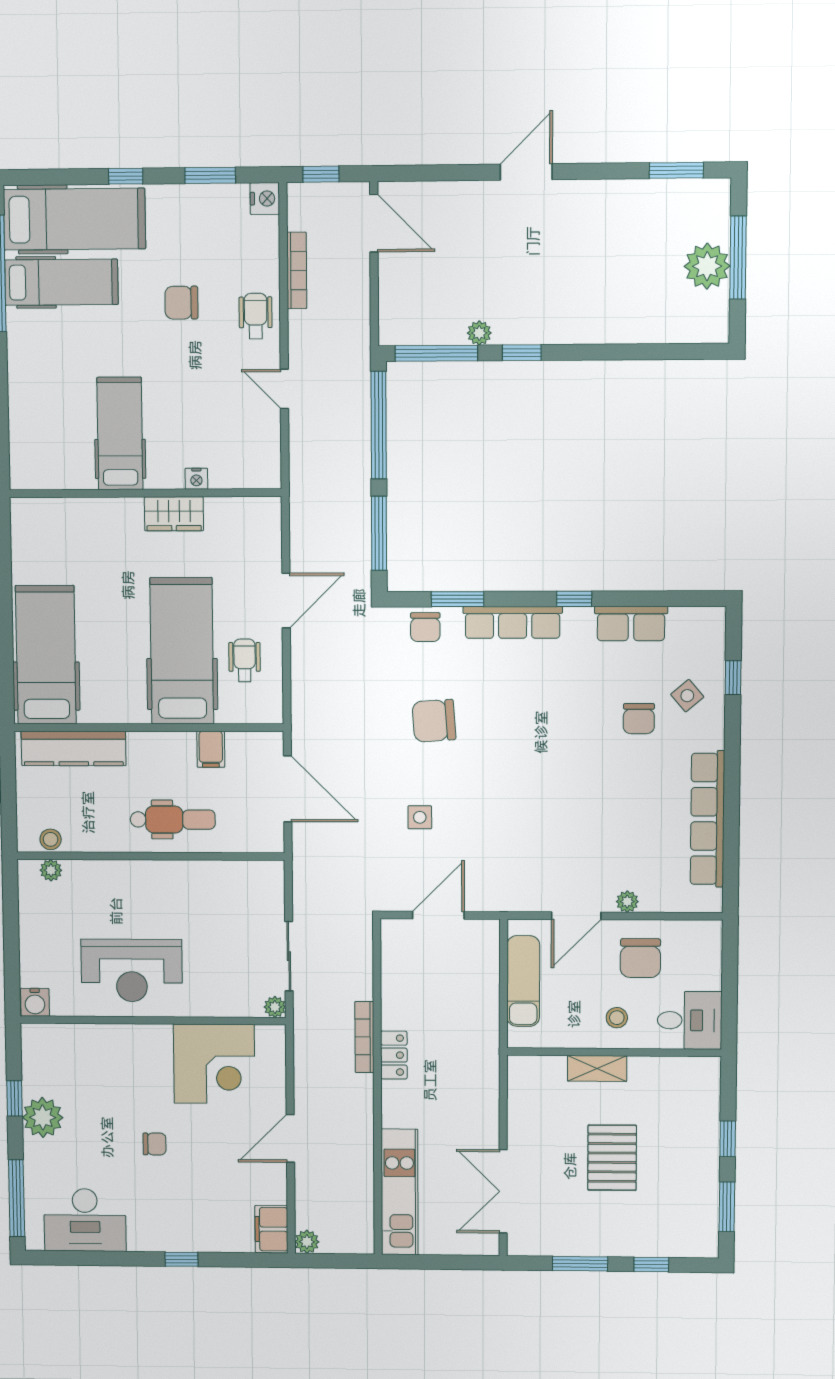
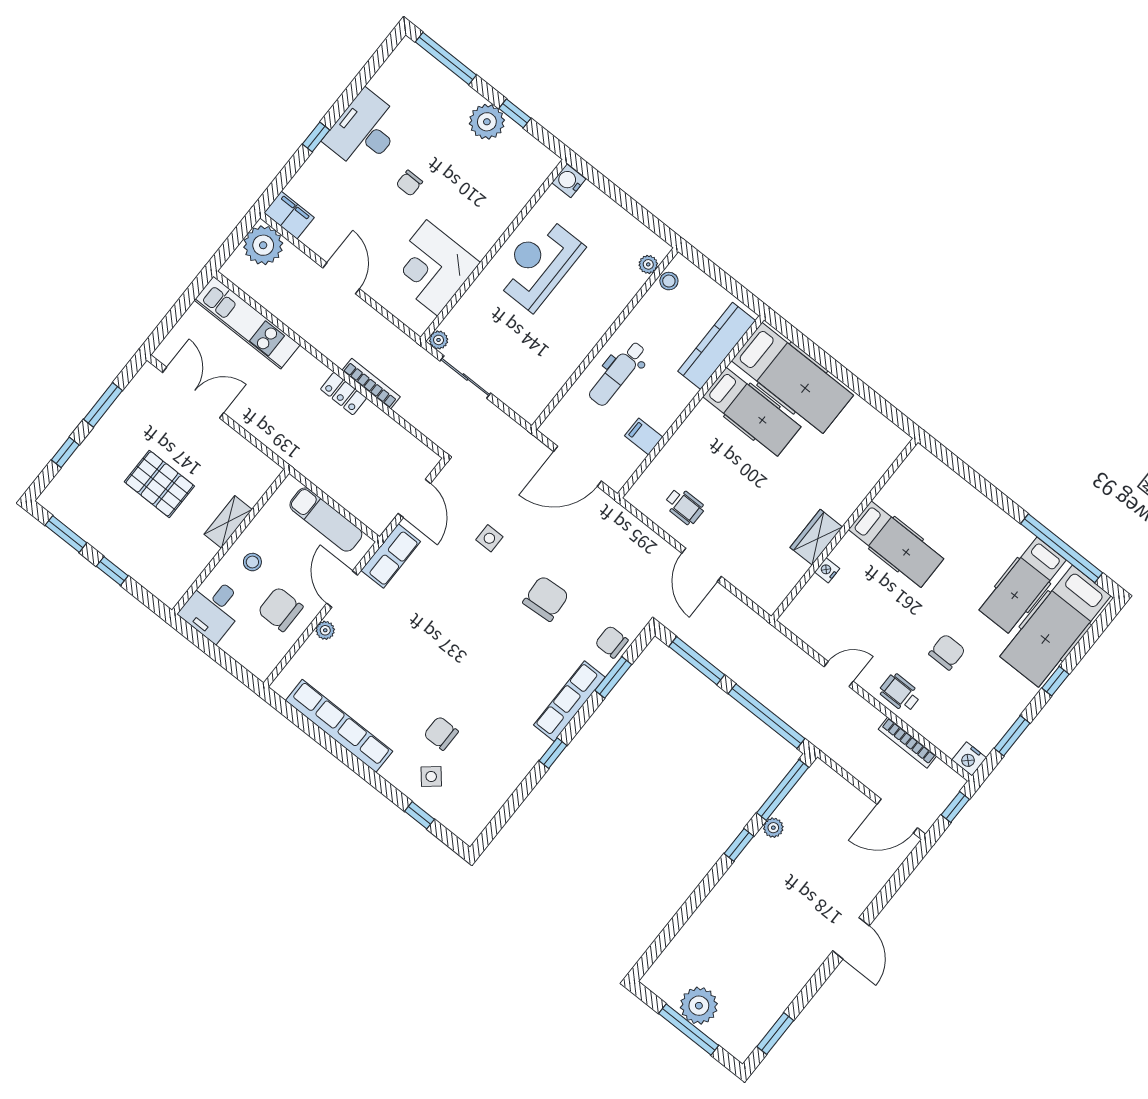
wheelchair: (256, 316) -> (900, 693), turned 180
row of seats: (631, 624) -> (391, 556), moved, turned 180
hospital bed: (182, 651) -> (752, 412), moved, width x0.73, depth x0.78
desk: (85, 1220) -> (364, 131), moved
plant: (307, 1242) -> (263, 245), width x1.88, depth x1.88

